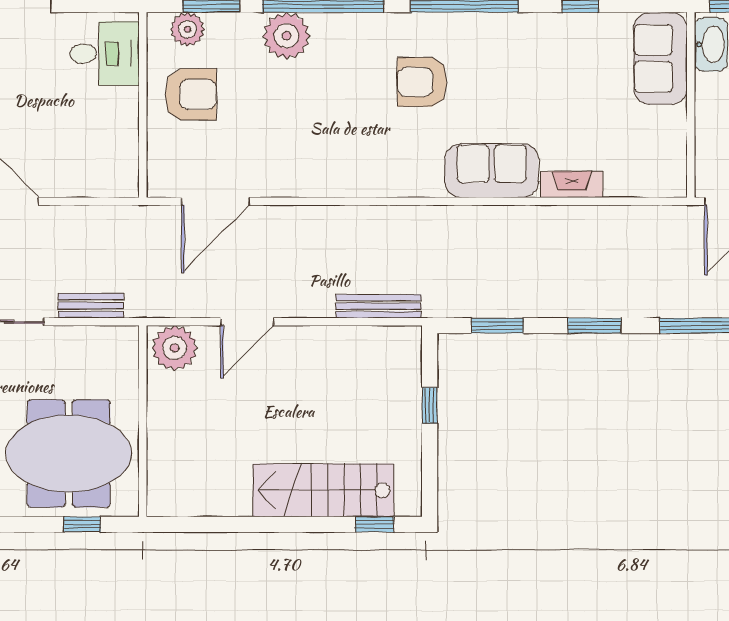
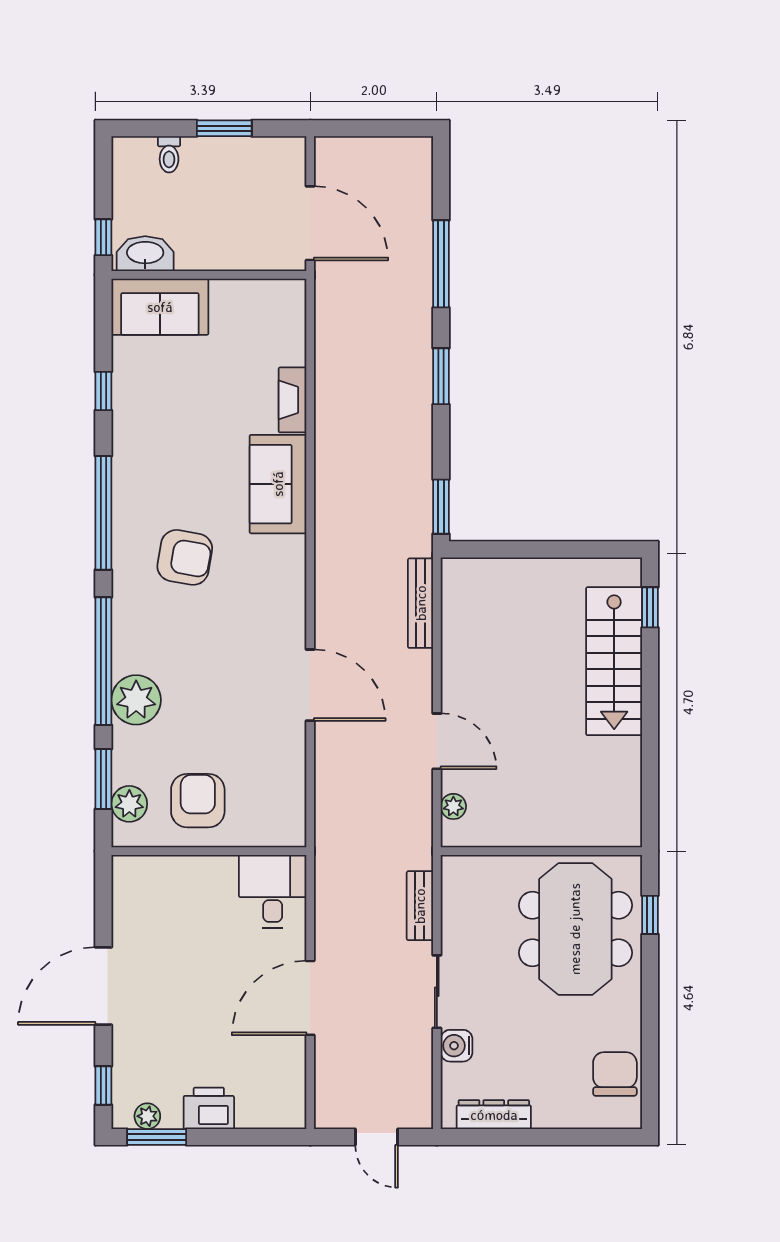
desk: (104, 54) -> (273, 891), moved
armchair: (422, 82) -> (185, 557), turned -80
door: (216, 201) -> (310, 685), moved
window: (497, 326) -> (441, 507), moved
plant: (175, 348) -> (453, 806), width x0.53, depth x0.53
window: (430, 405) -> (525, 549), removed

